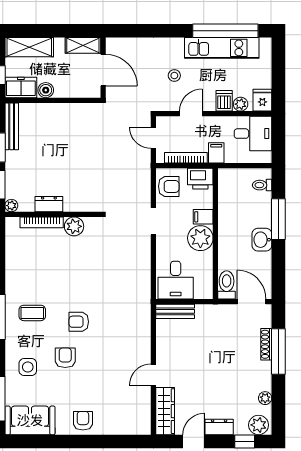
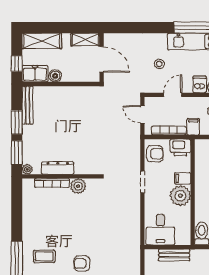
dresser: (49, 204) -> (58, 168), width x1.44
bench: (175, 311) -> (174, 255), moved

